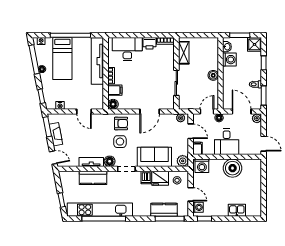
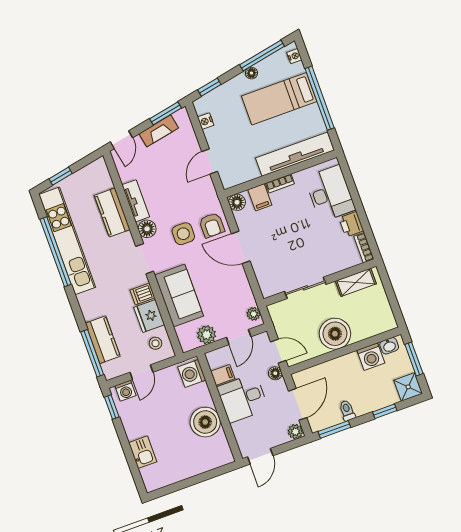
boiler: (213, 75) -> (335, 334), width x1.86, depth x1.86
door: (150, 111) -> (241, 247), moved
filing cabinet: (198, 148) -> (223, 375), moved
plant: (183, 161) -> (207, 335), moved

